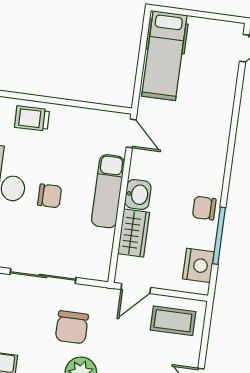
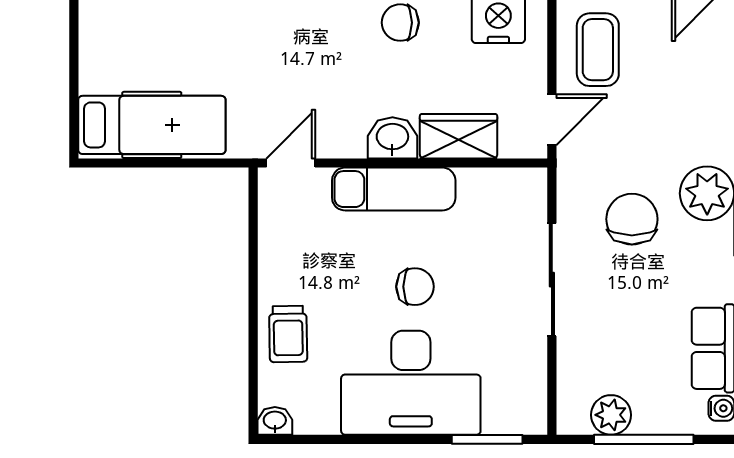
chair: (50, 196) -> (415, 287), turned 90
chair: (204, 208) -> (400, 23), turned 90
door: (136, 289) -> (552, 120), hinge flipped
chair: (72, 327) -> (632, 219), turned -90

